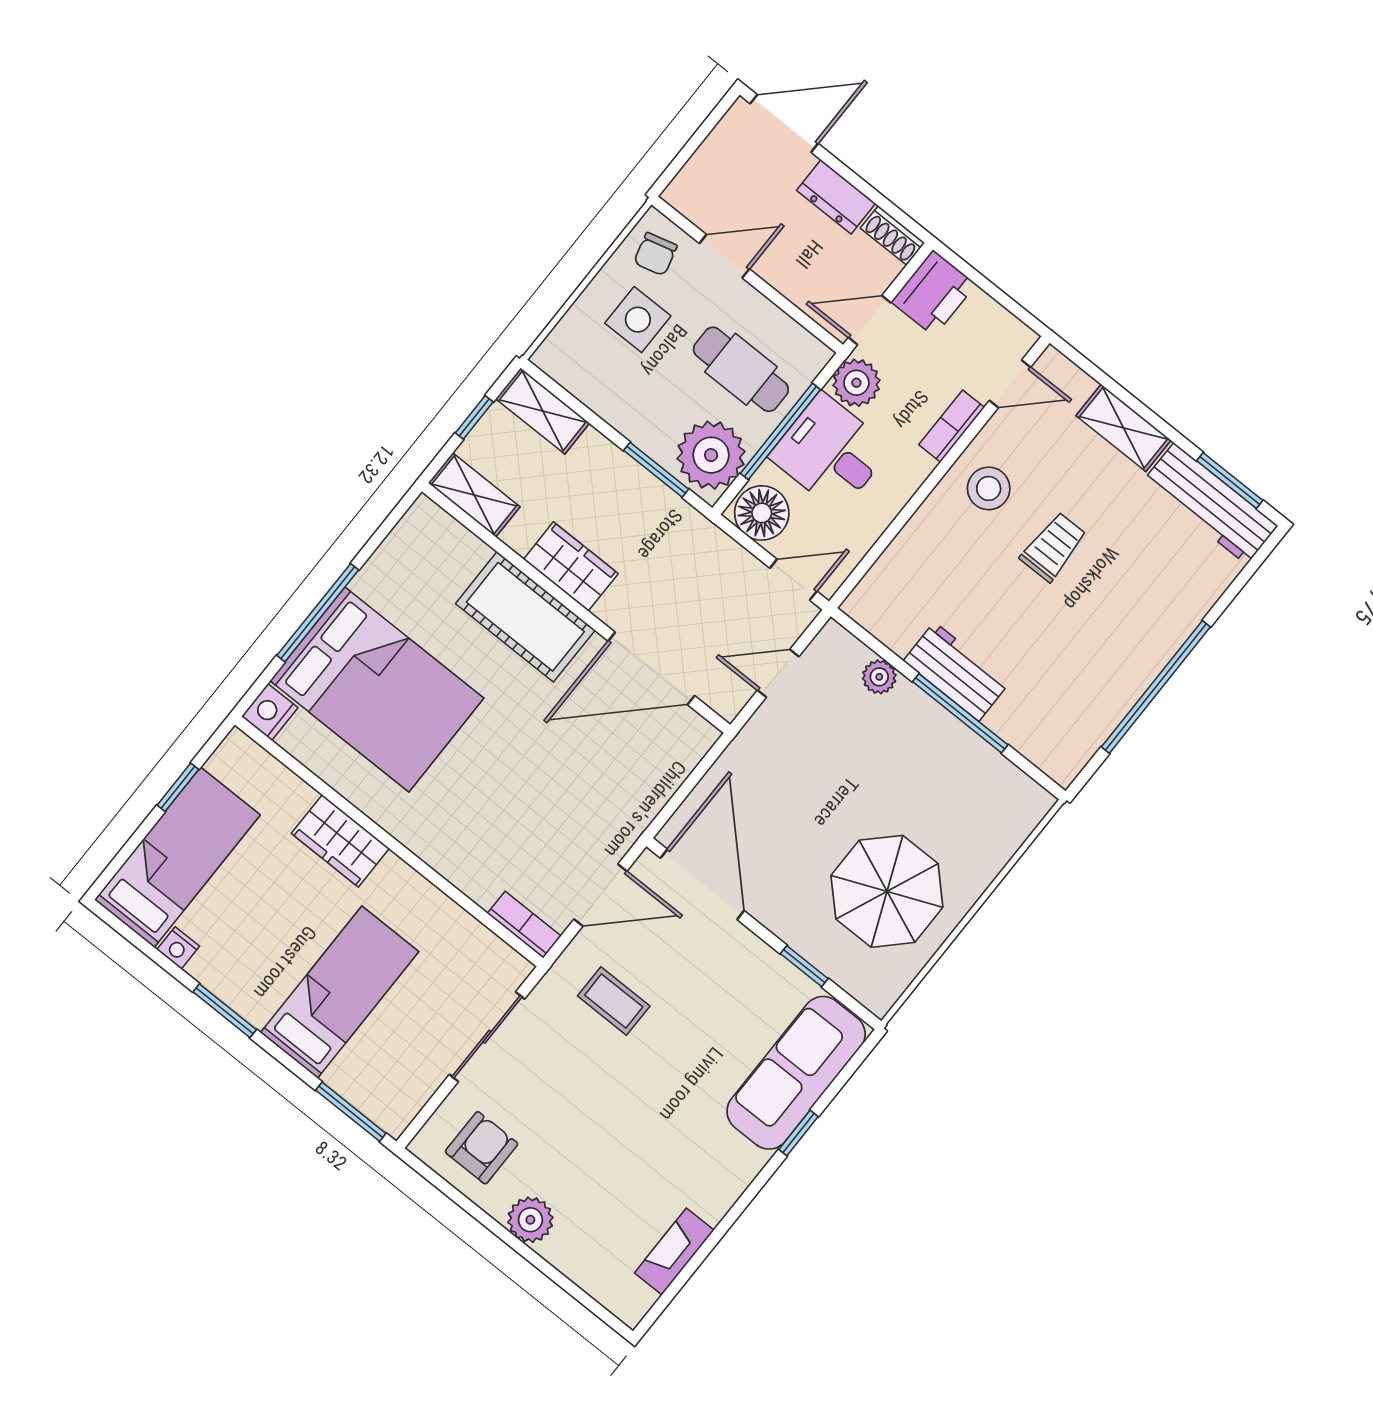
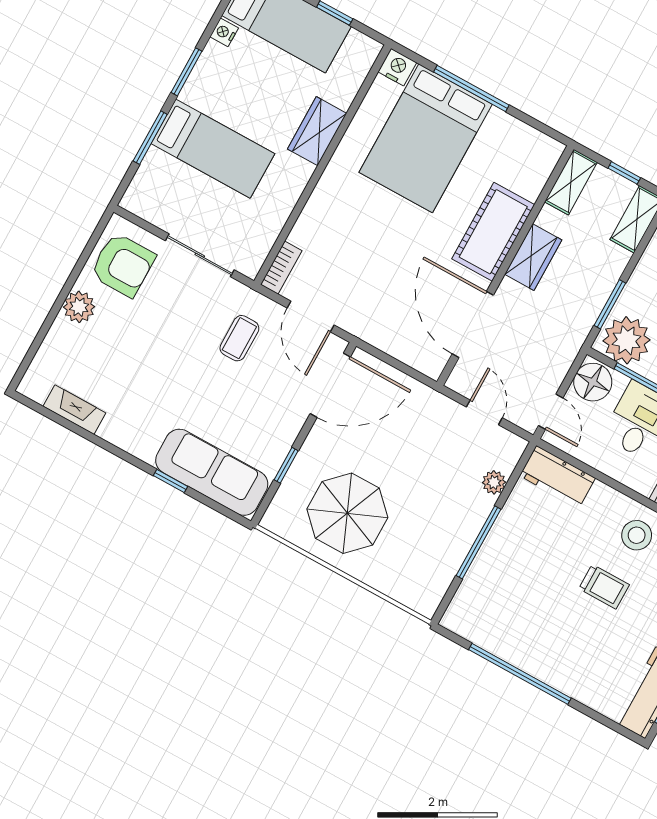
workbench: (957, 672) -> (558, 477), moved, turned 90
window: (351, 1112) -> (150, 138), moved
armchair: (482, 1148) -> (123, 265), width x1.38, depth x1.38

